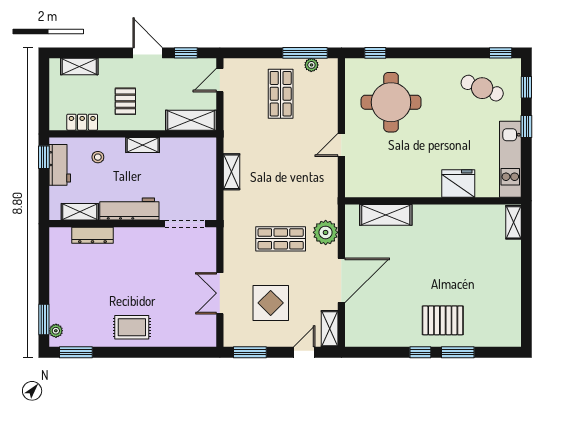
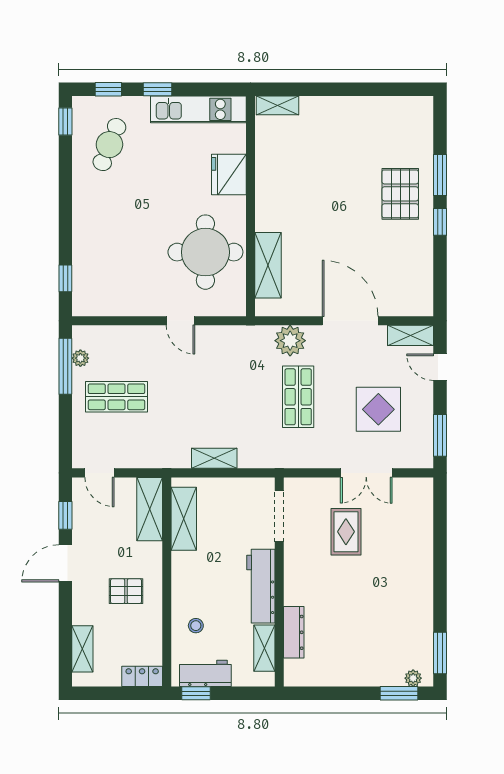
round table: (391, 102) -> (205, 252), moved
locker: (82, 122) -> (142, 676), moved, turned 90
shelving: (143, 145) -> (184, 519), moved, width x1.50, depth x1.33
rug: (132, 327) -> (346, 532), moved

